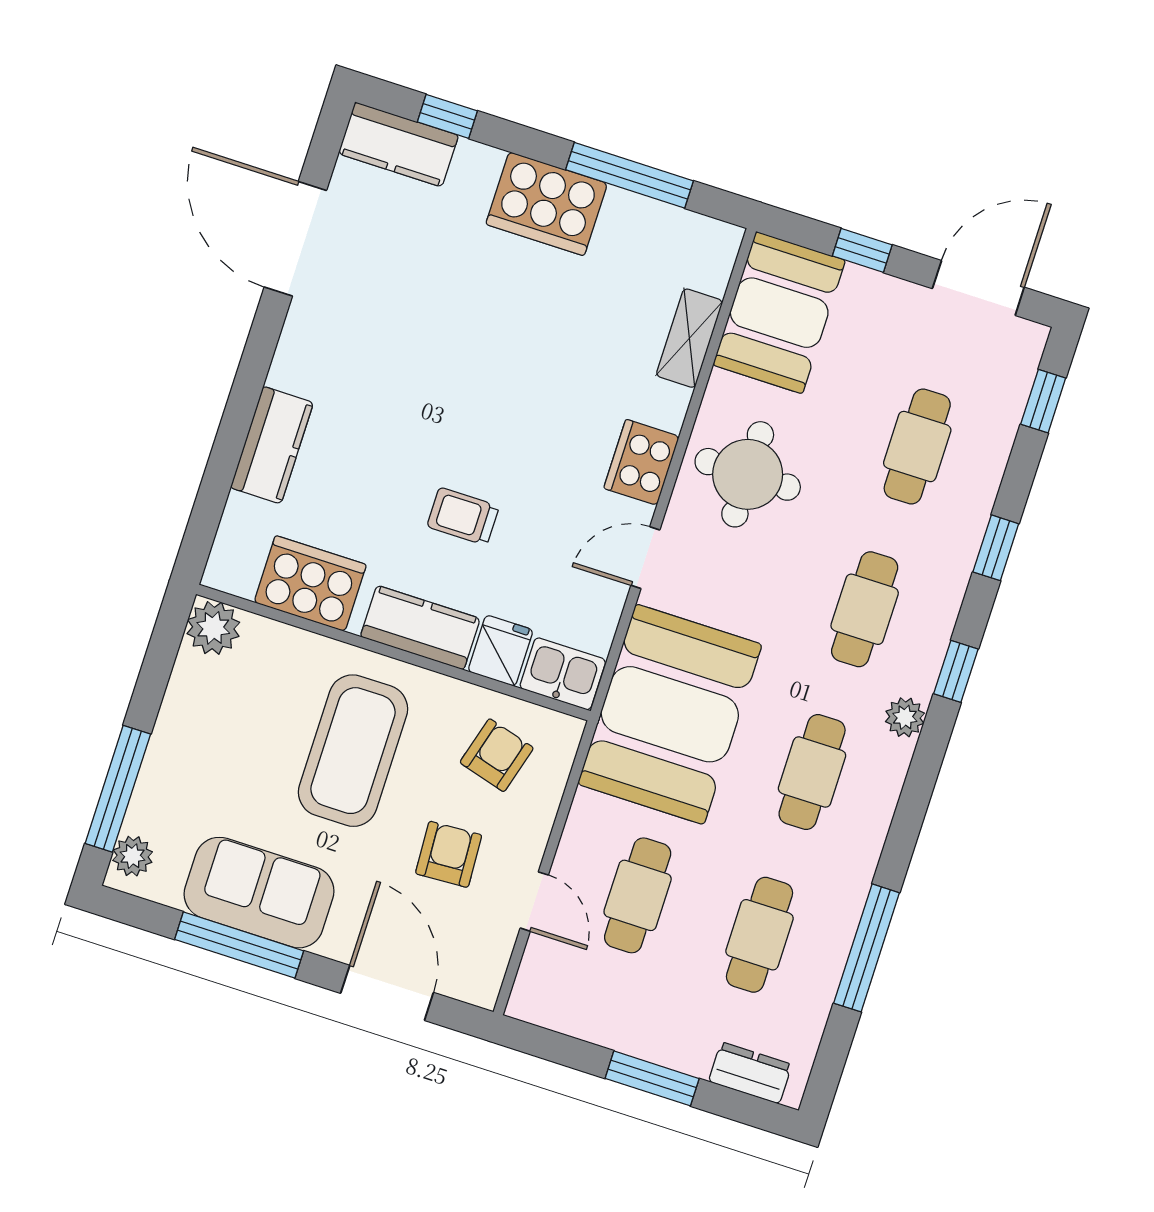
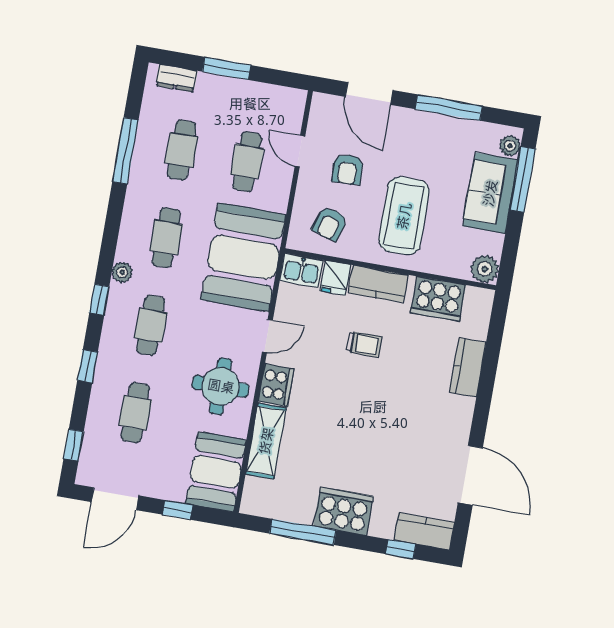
shelving: (689, 338) -> (266, 441), width x1.50, depth x1.33
sofa: (259, 893) -> (490, 193), moved, turned 90

